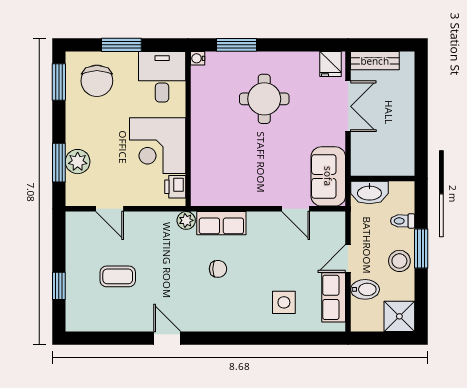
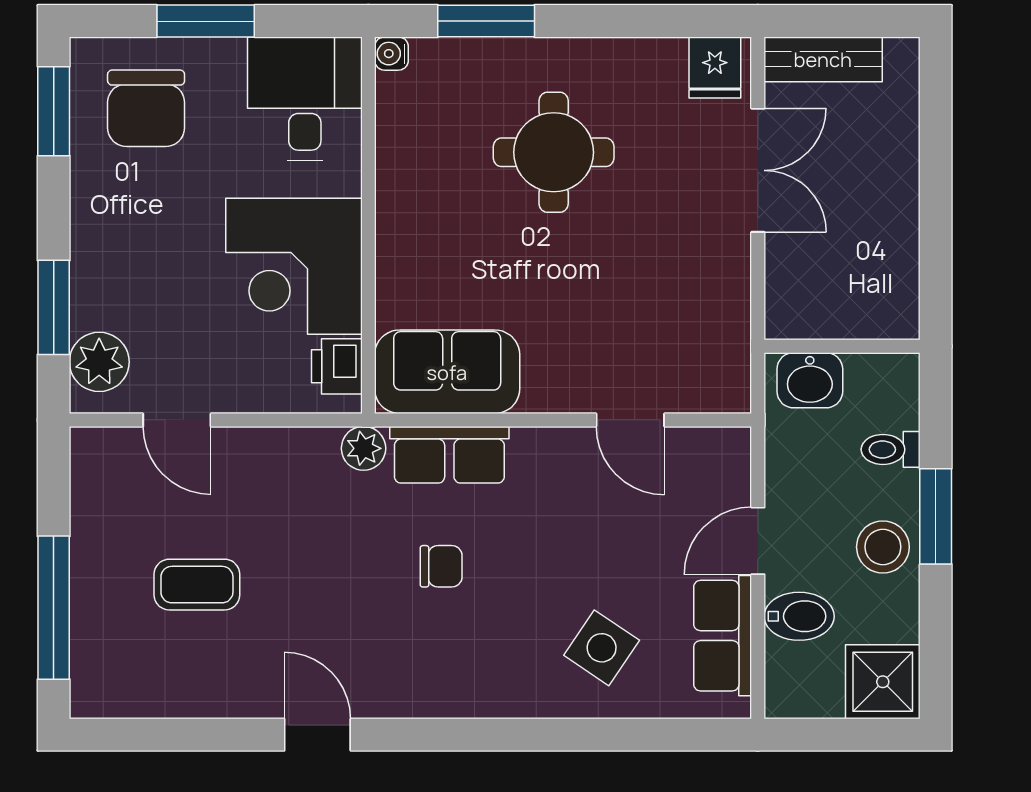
plant: (78, 162) -> (99, 362), moved
sofa: (328, 176) -> (447, 372), moved, turned 90
washbasin: (369, 193) -> (810, 380), width x0.72
window: (59, 286) -> (54, 608), width x2.17
side table: (284, 302) -> (602, 648), turned 34

